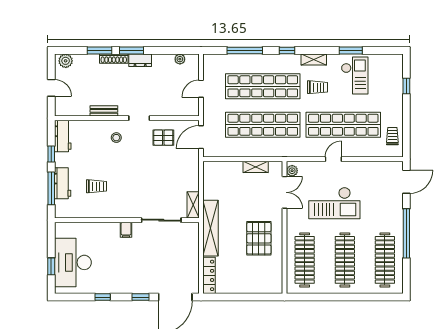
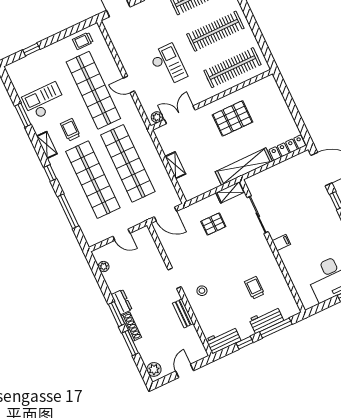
pallet: (163, 138) -> (213, 224), moved, turned 90
shelving: (256, 167) -> (175, 165), moved
checkout: (334, 203) -> (168, 65), width x0.73, depth x0.83

